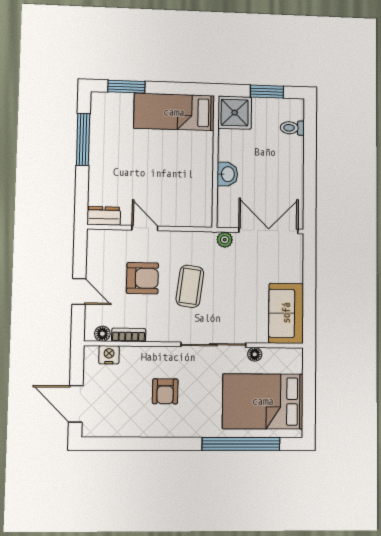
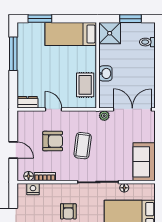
rug: (195, 191) -> (85, 85), added

